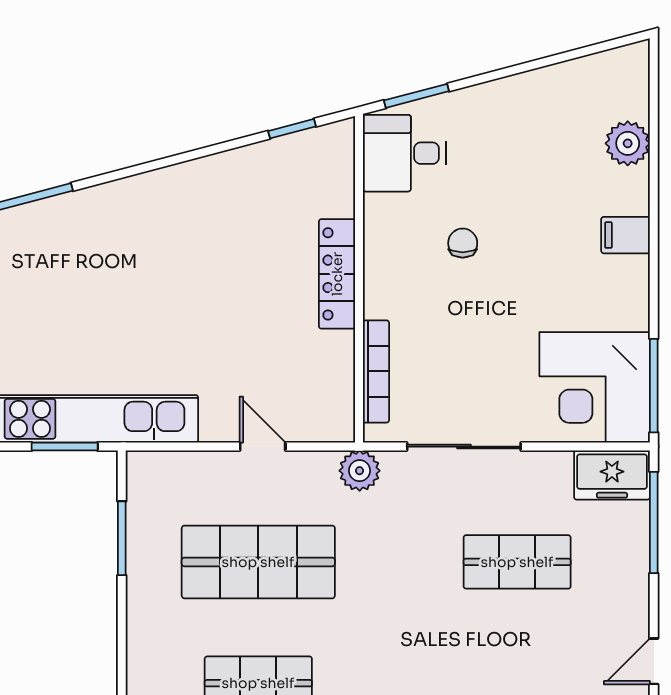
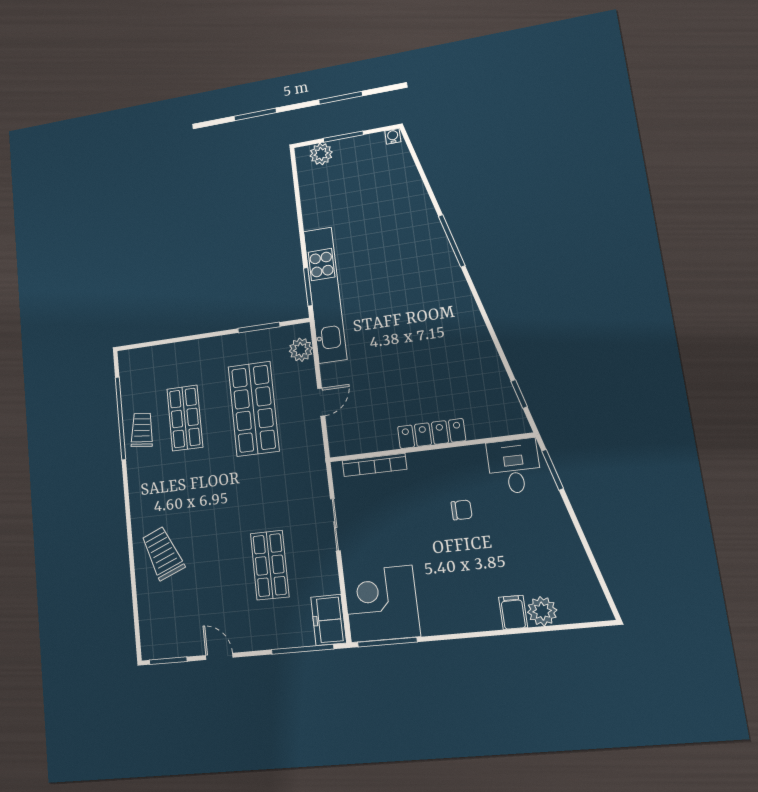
filing cabinet: (626, 235) -> (513, 612), moved
sliding door: (464, 447) -> (335, 525), width x0.73
plant: (360, 471) -> (301, 350), moved

